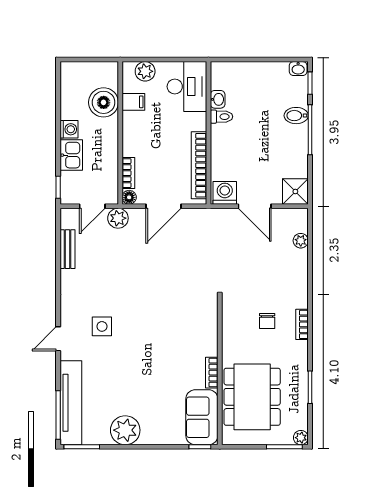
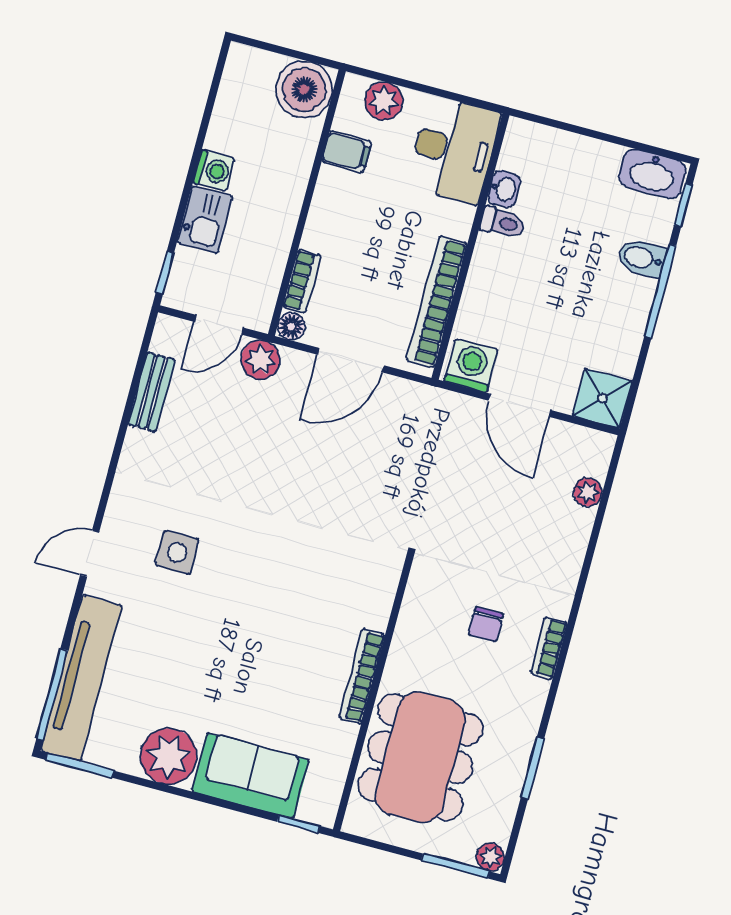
washbasin: (298, 69) -> (652, 174), width x1.91, depth x1.45
boiler: (104, 102) -> (304, 89), moved
bookcase: (212, 373) -> (362, 676), width x1.56
sofa: (202, 417) -> (250, 776), moved, turned 90

